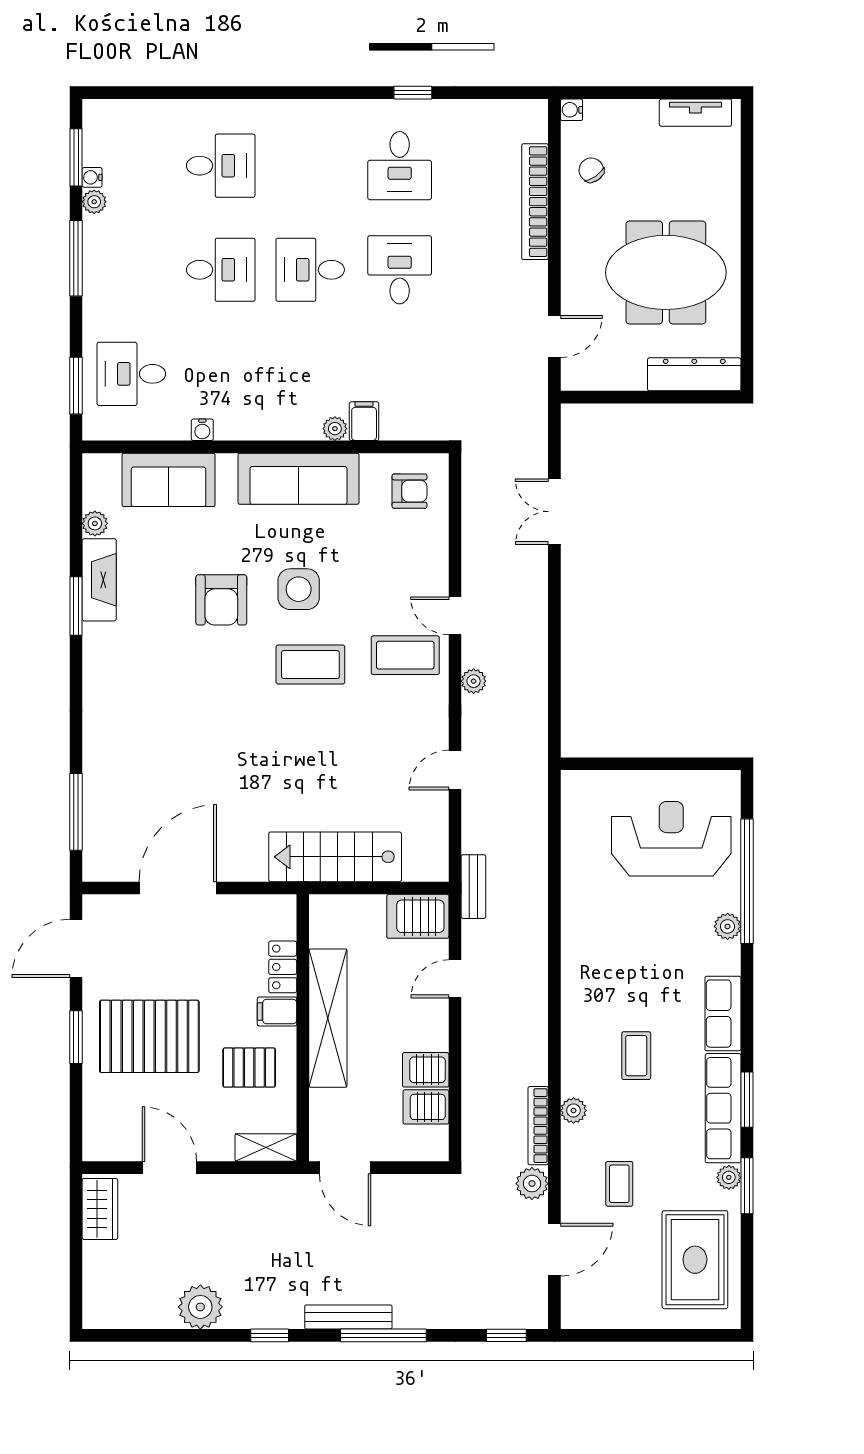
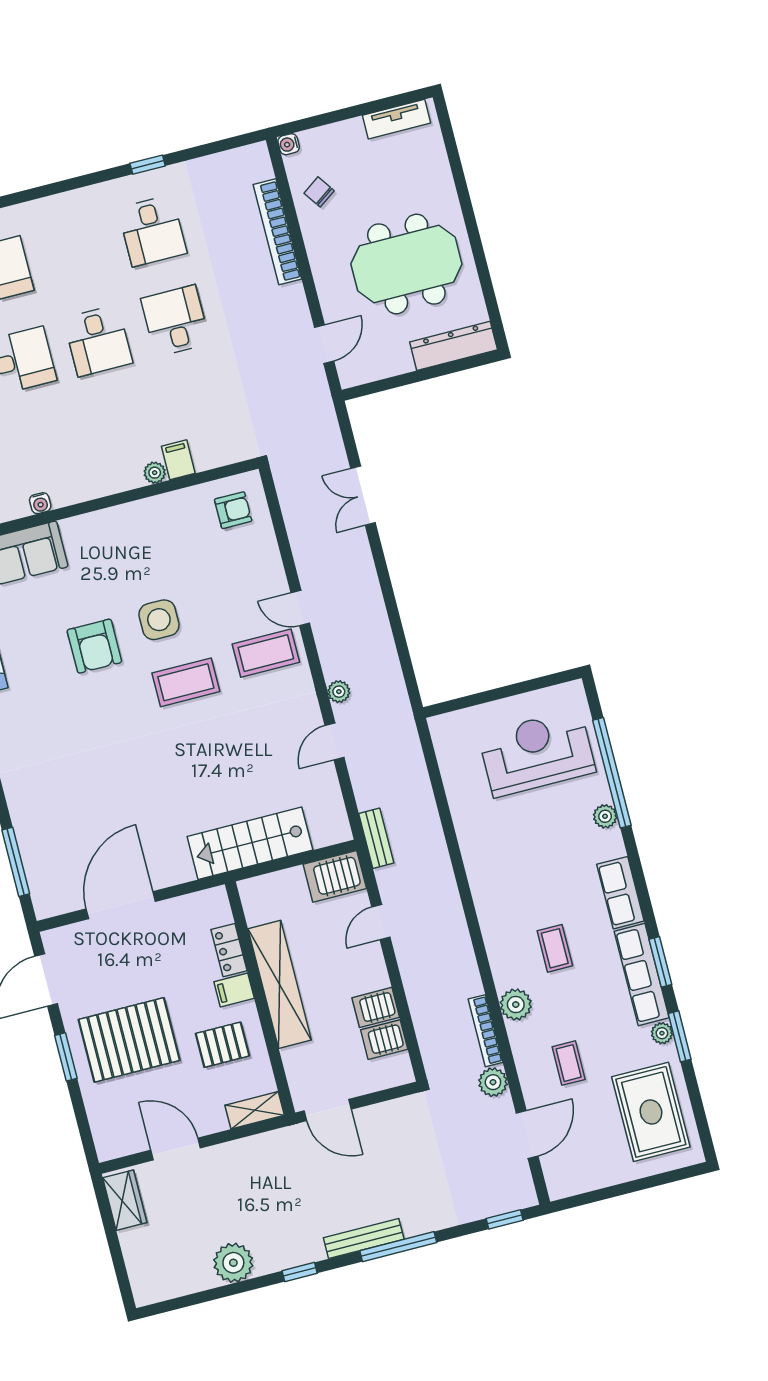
desk: (310, 270) -> (98, 341), turned -90
sofa: (298, 479) -> (134, 524), removed
plant: (474, 681) -> (339, 692), moved
plant: (573, 1110) -> (516, 1005), width x1.38, depth x1.38

